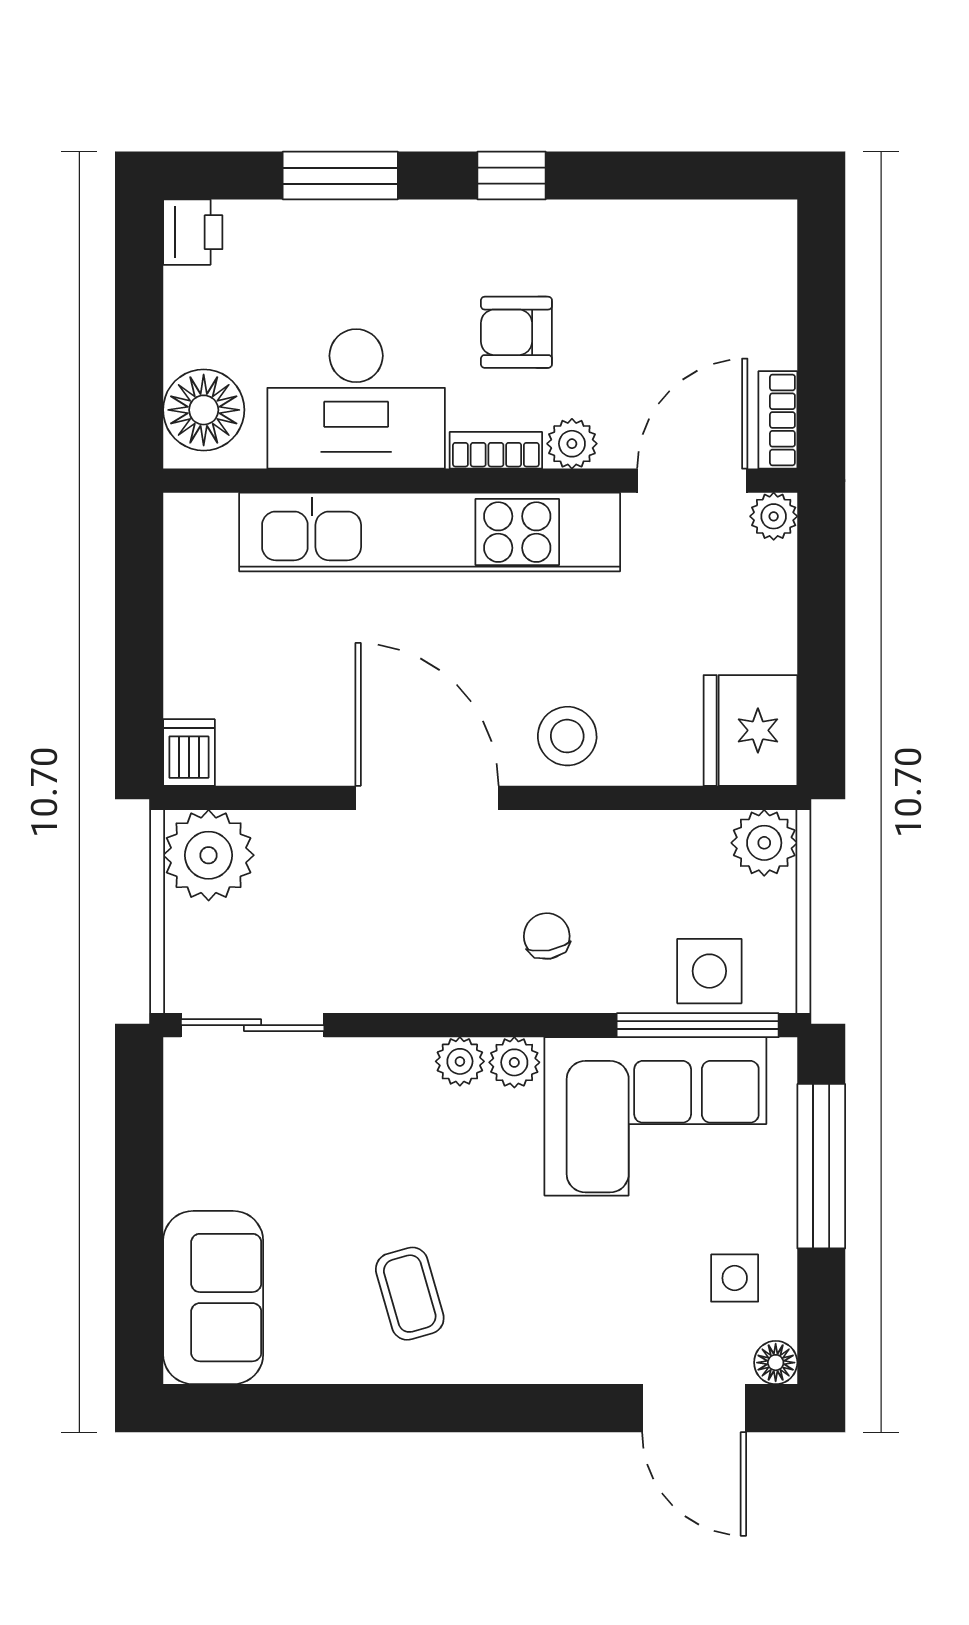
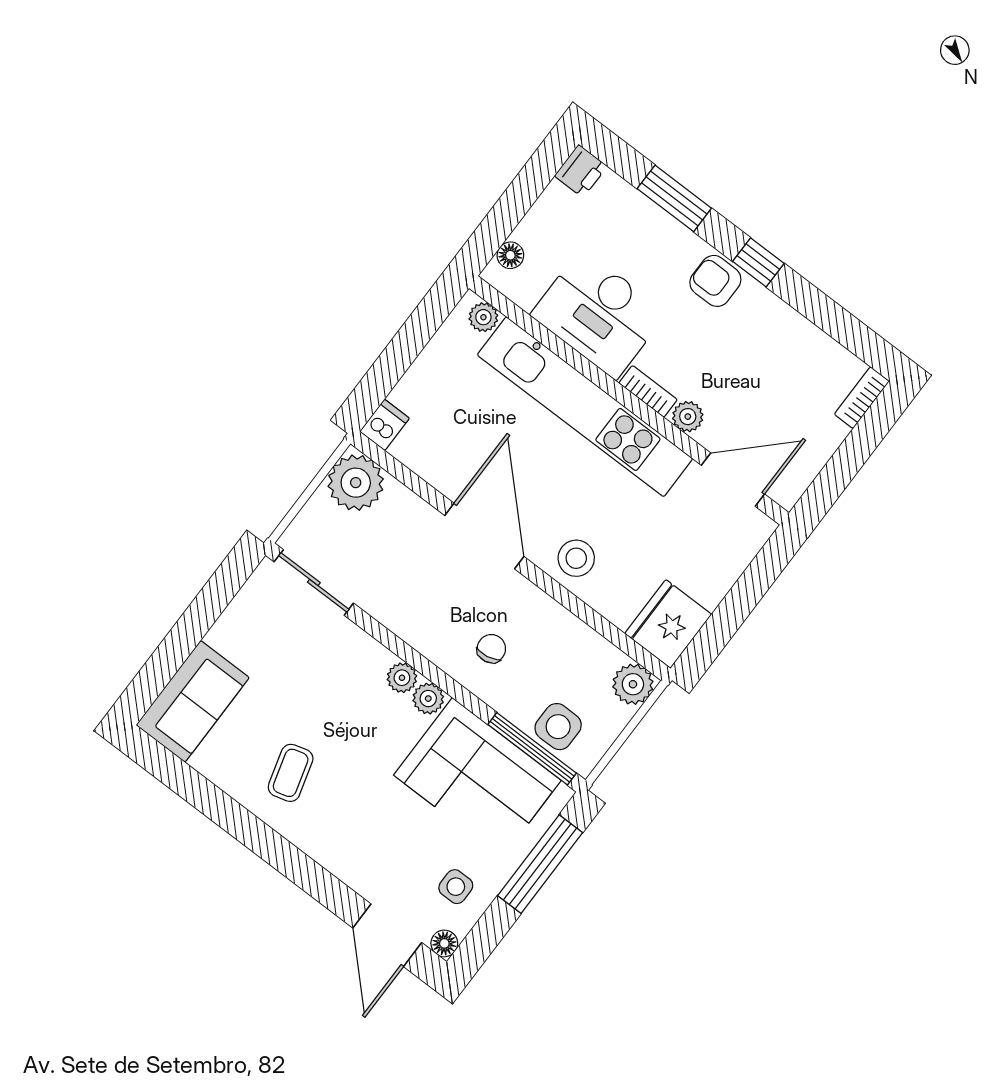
armchair: (516, 332) -> (715, 281), moved
floor lamp: (204, 410) -> (510, 255), width x0.53, depth x0.53
bookcase: (778, 420) -> (862, 398), moved
plant: (774, 516) -> (483, 317), moved

